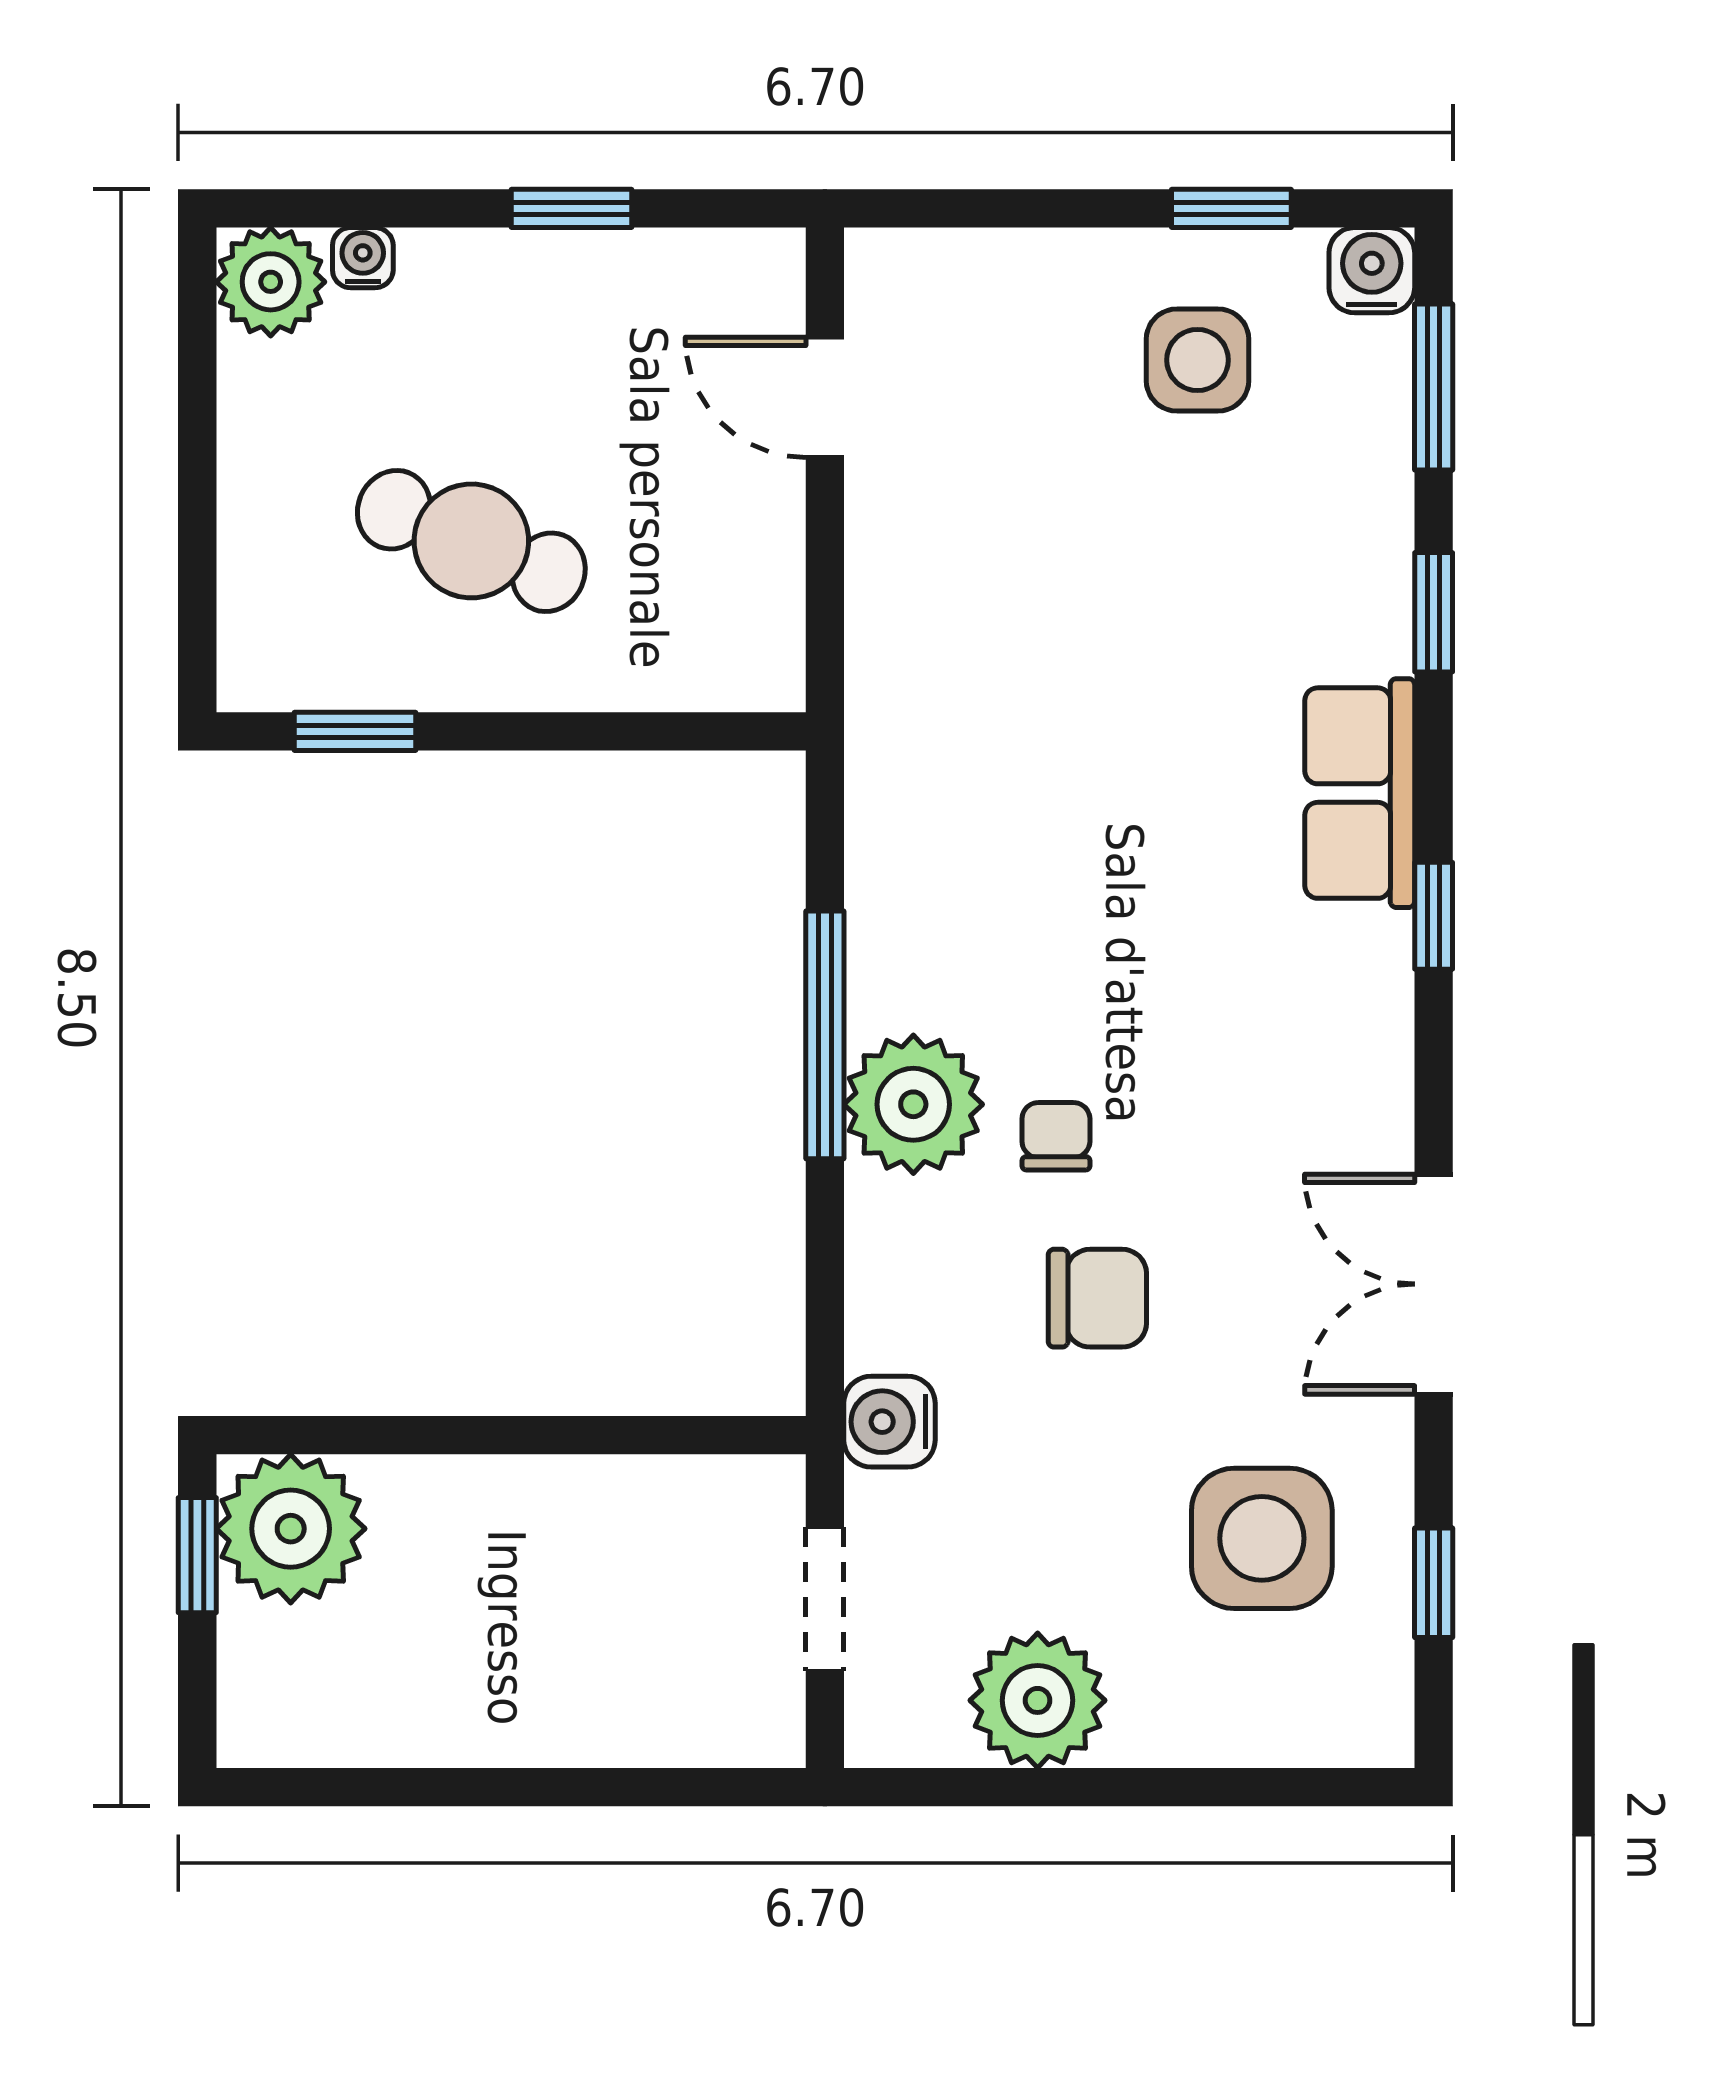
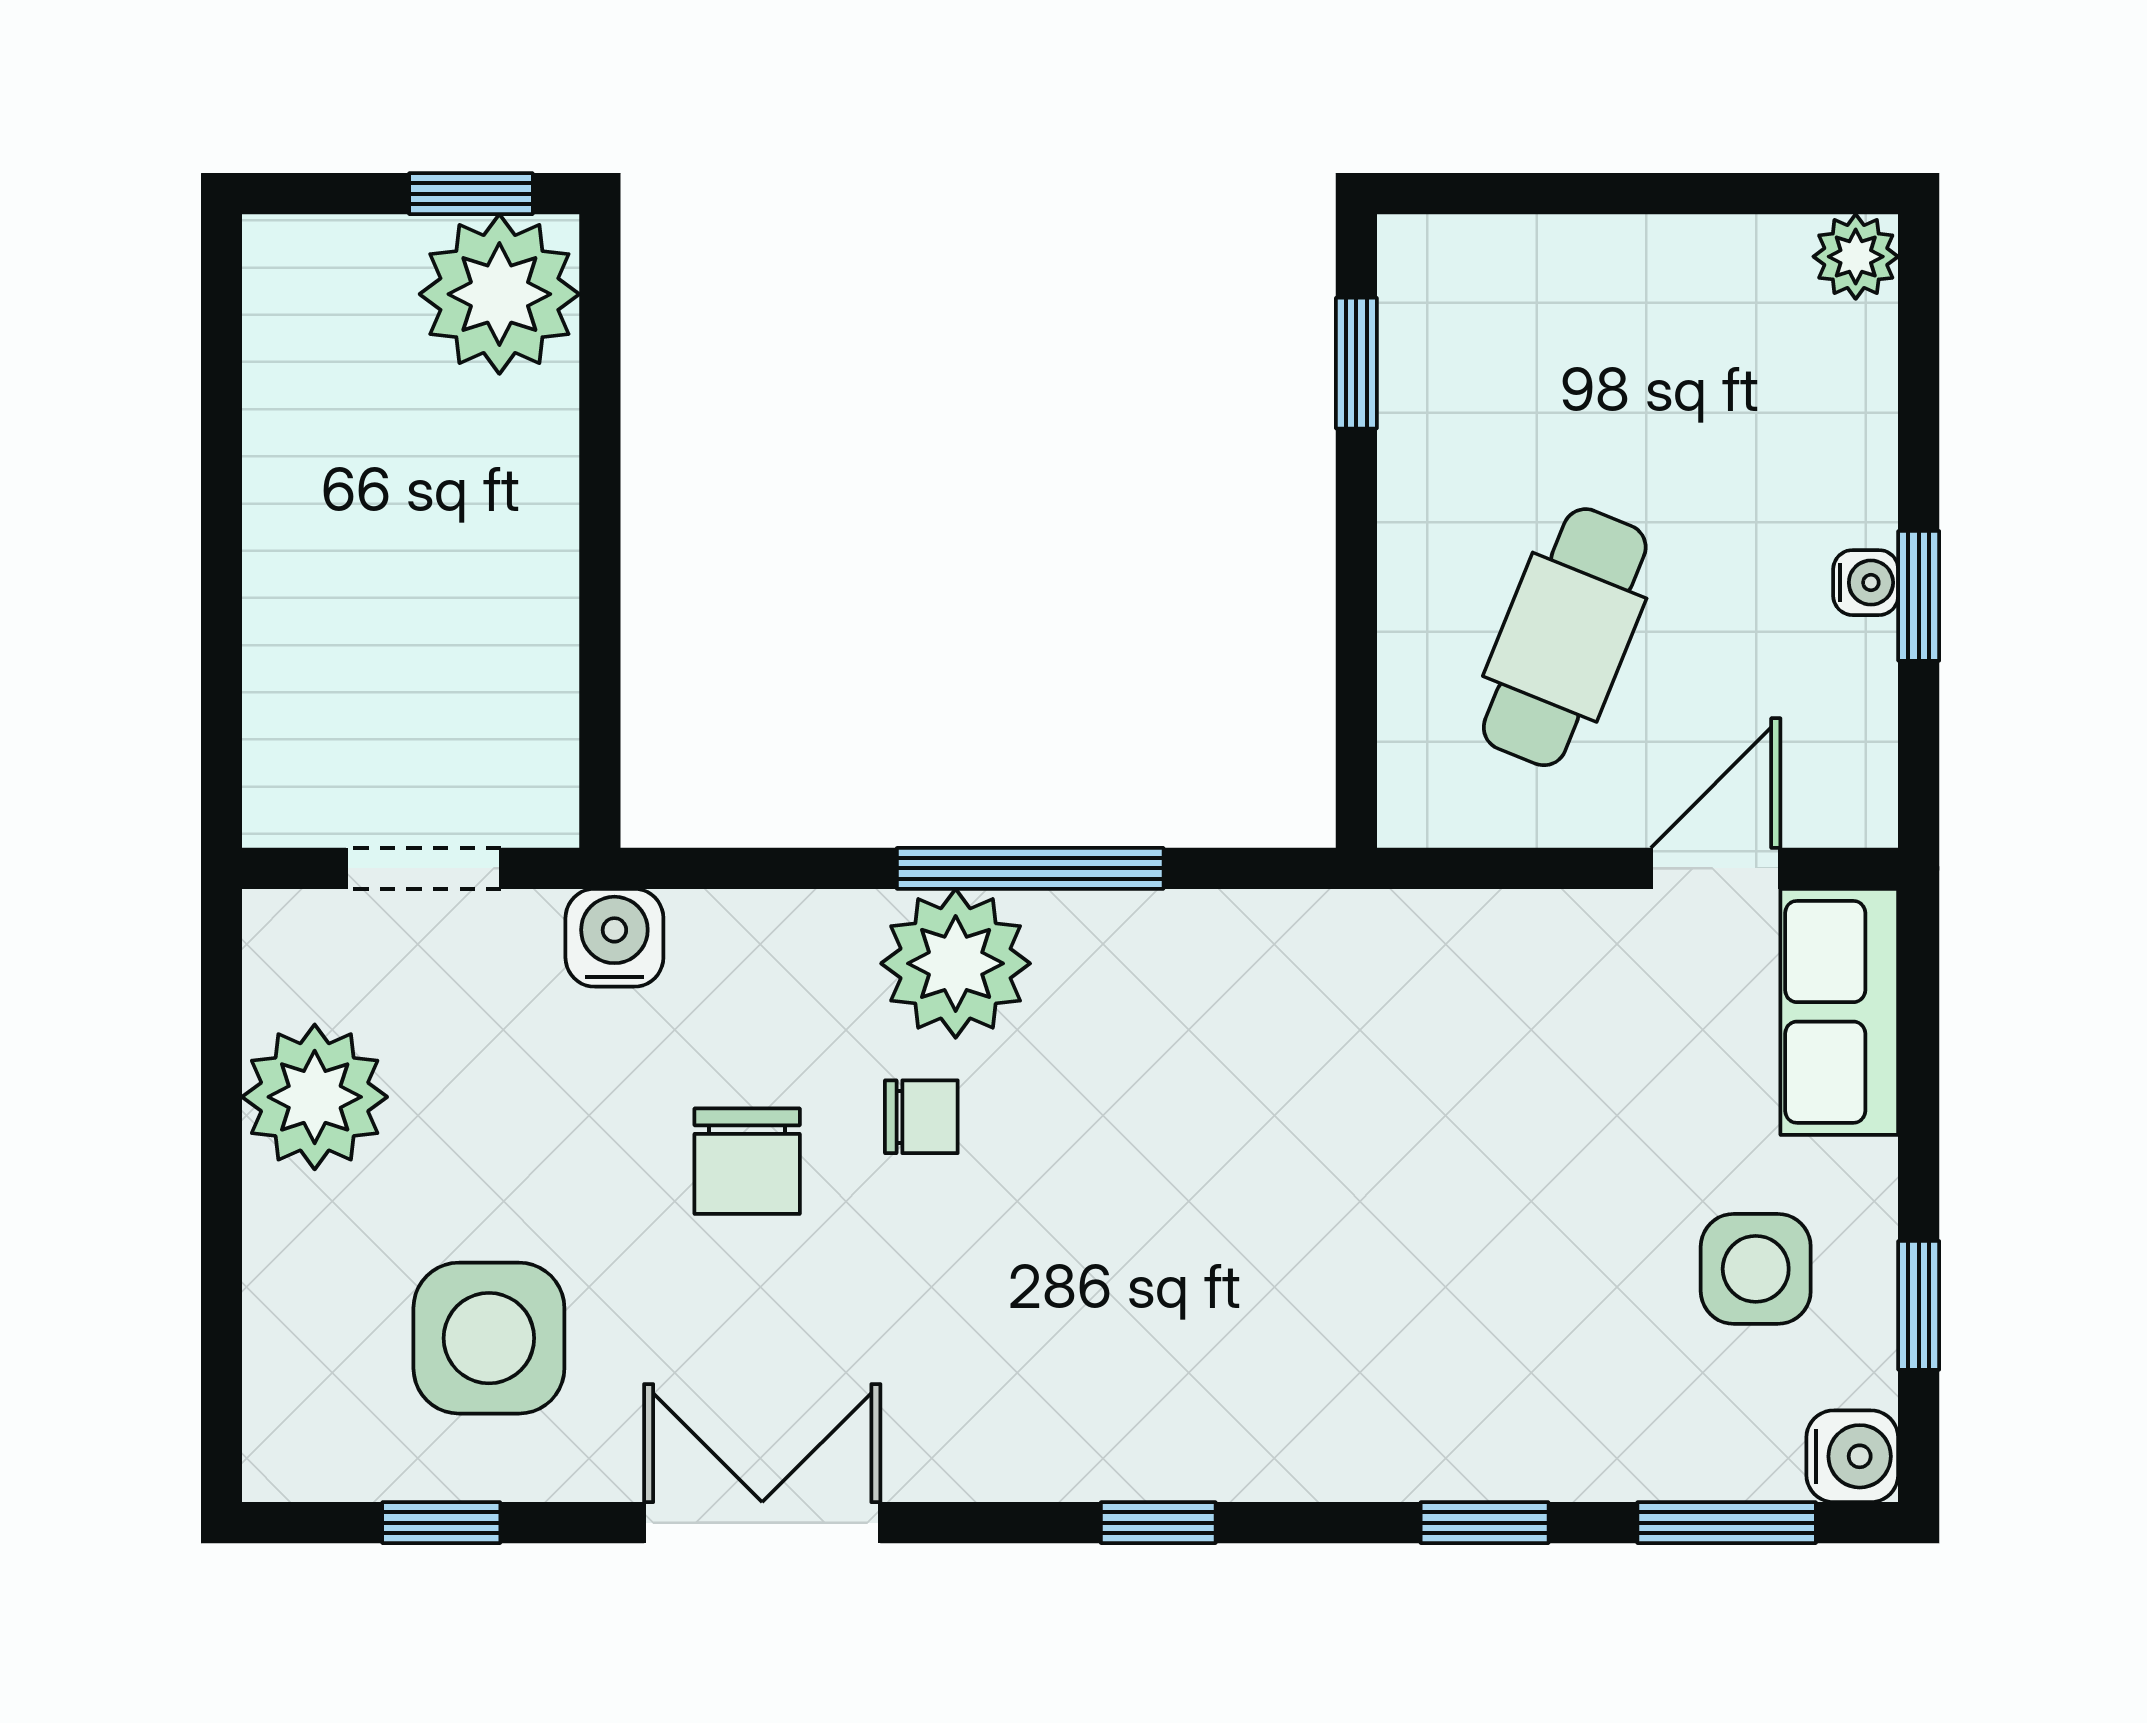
water cooler: (363, 258) -> (1866, 583), moved
plant: (271, 282) -> (1856, 257), width x0.73, depth x0.73
cafe table: (471, 541) -> (1565, 637), moved
row of seats: (1360, 793) -> (1839, 1012), moved, turned -90

